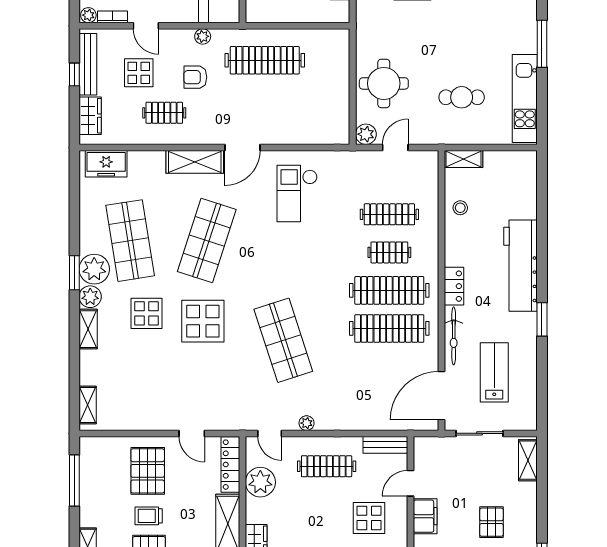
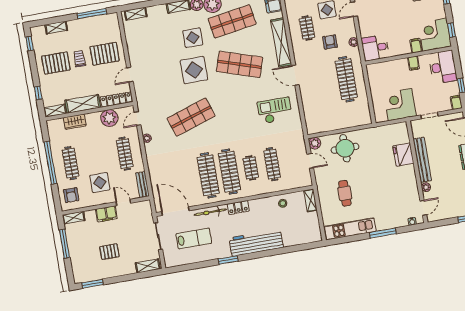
shelving: (195, 162) -> (281, 42), width x1.47

